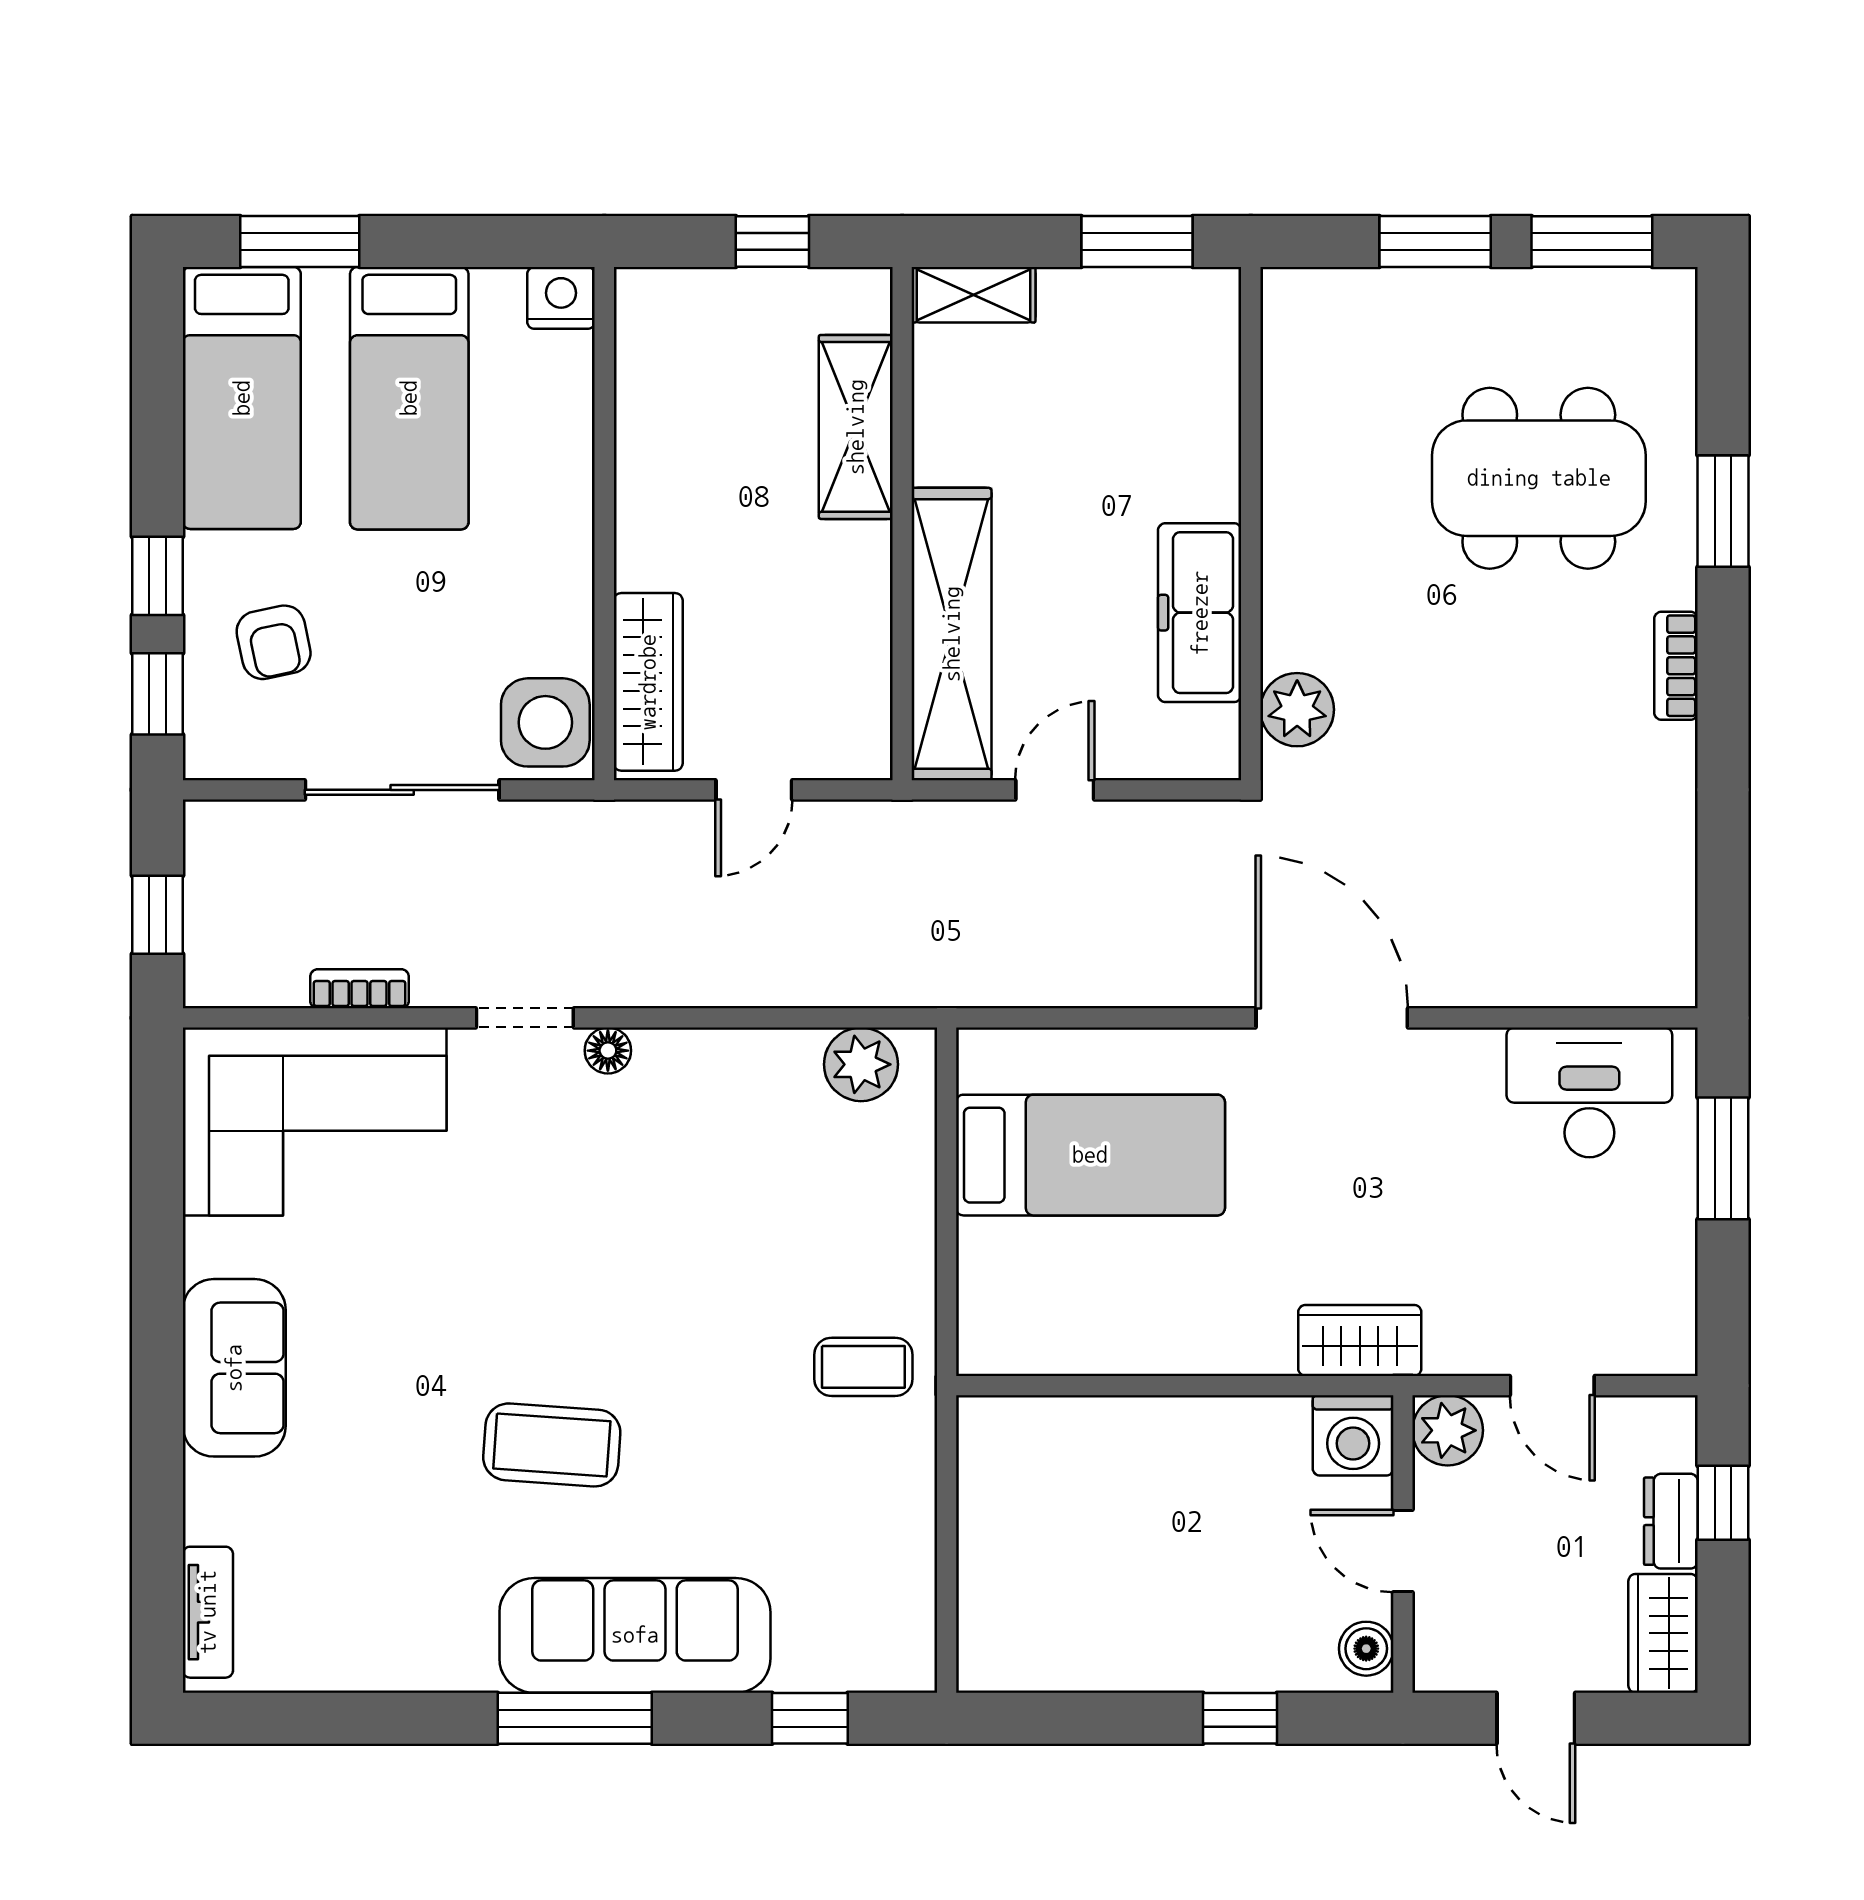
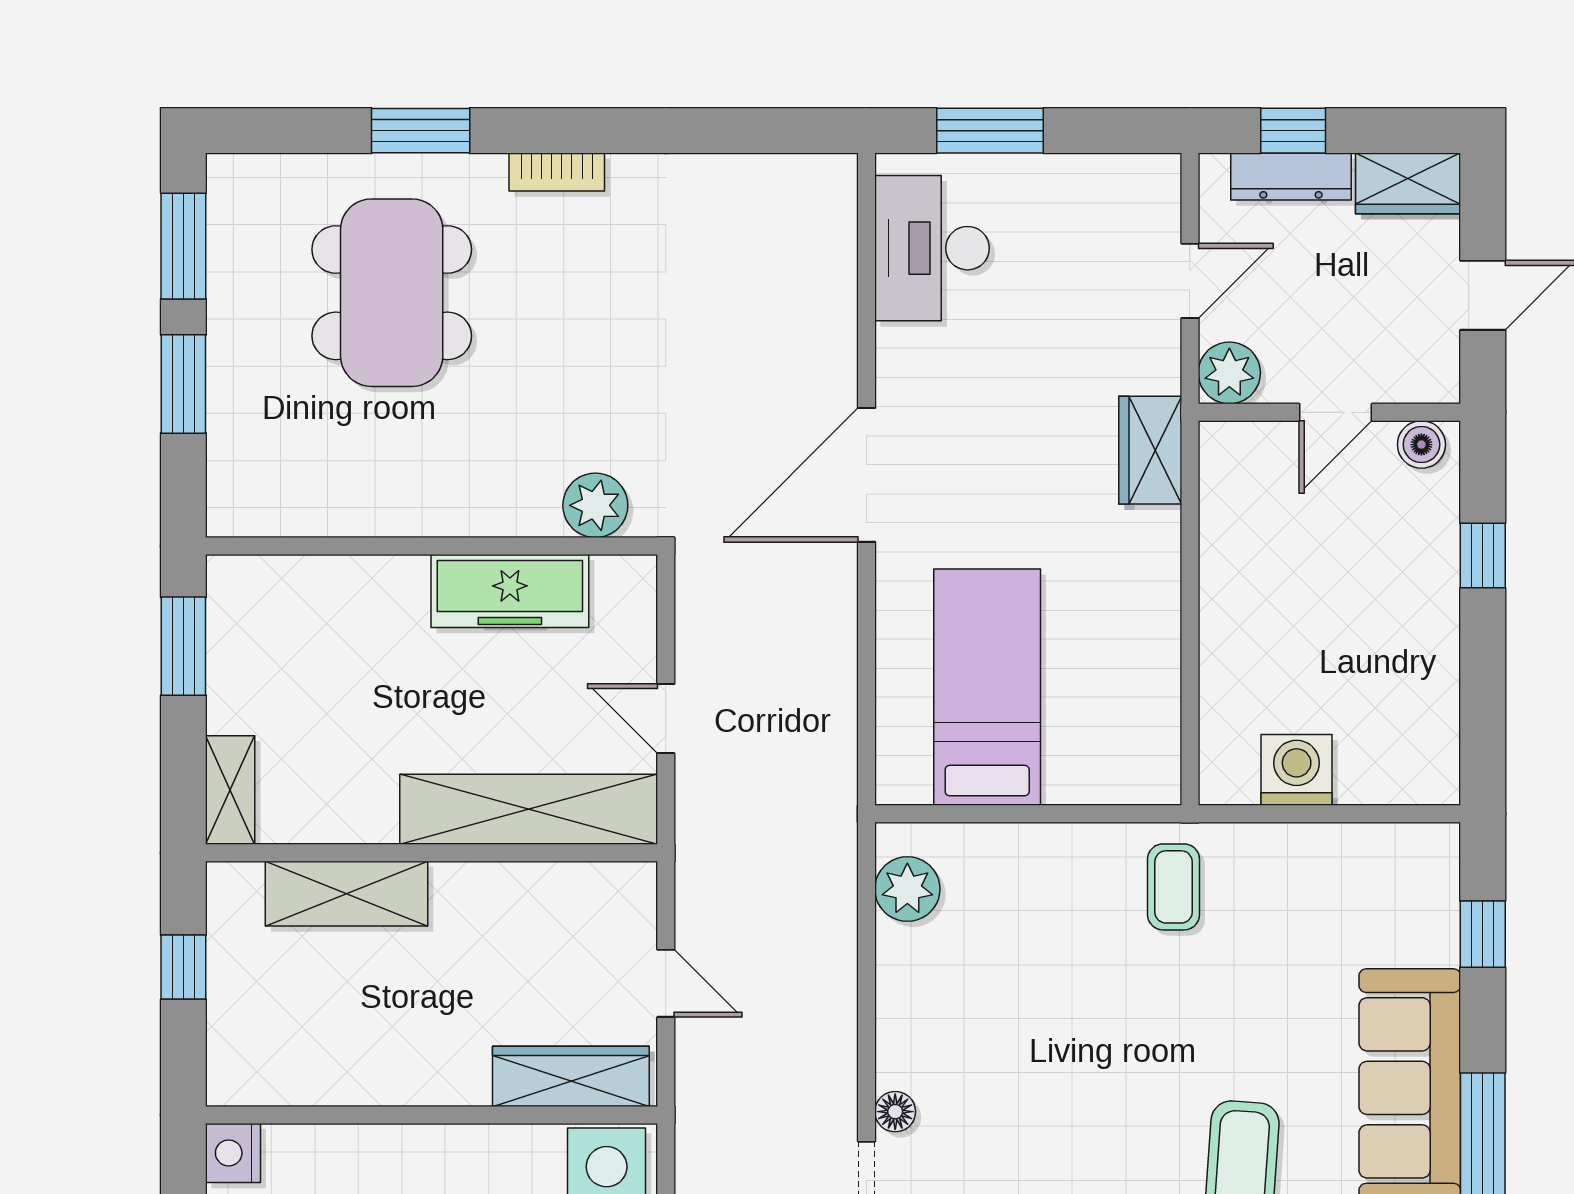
washing machine: (1353, 1435) -> (1297, 770), moved, turned -90
dresser: (1671, 1521) -> (1291, 176), width x1.44

